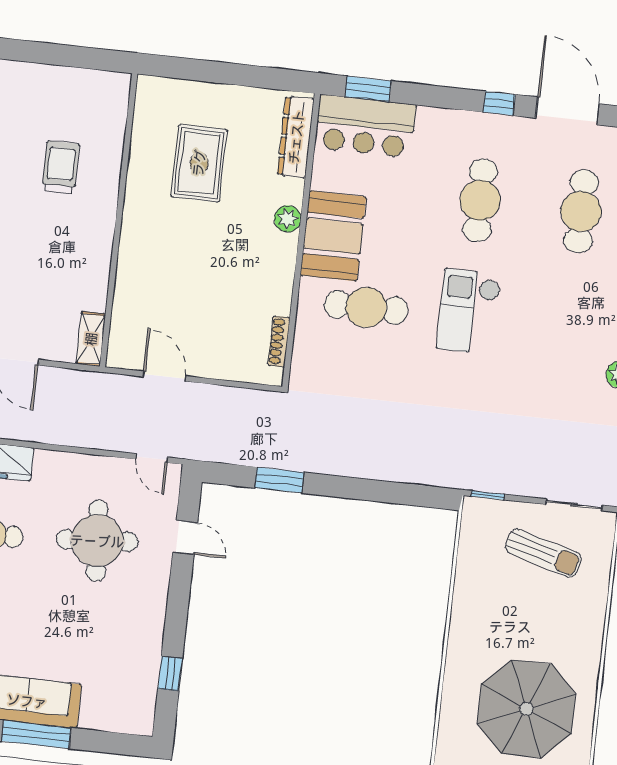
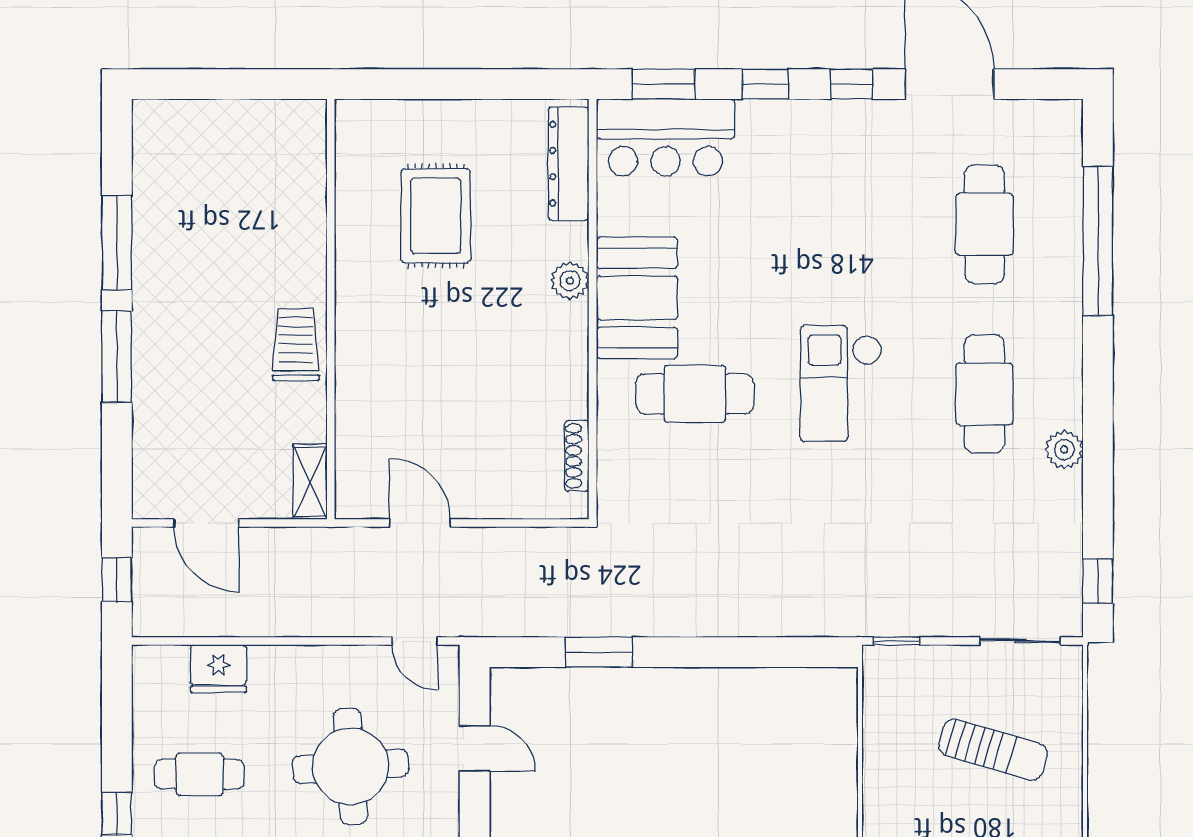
window: (439, 97) -> (765, 84), added
trolley: (61, 167) -> (296, 345), moved
cafe table: (480, 200) -> (984, 394), moved
sun lounger: (543, 553) -> (993, 750), moved

